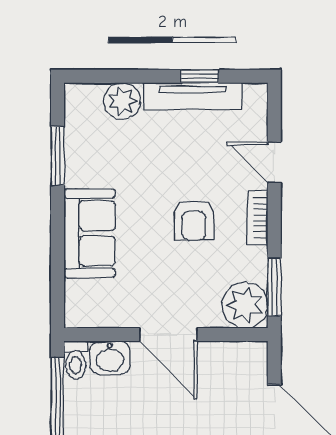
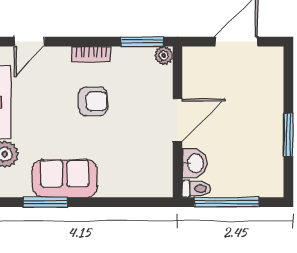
door: (274, 162) -> (29, 42), moved
sofa: (90, 233) -> (65, 178), moved
plant: (245, 305) -> (164, 55), width x0.53, depth x0.53

